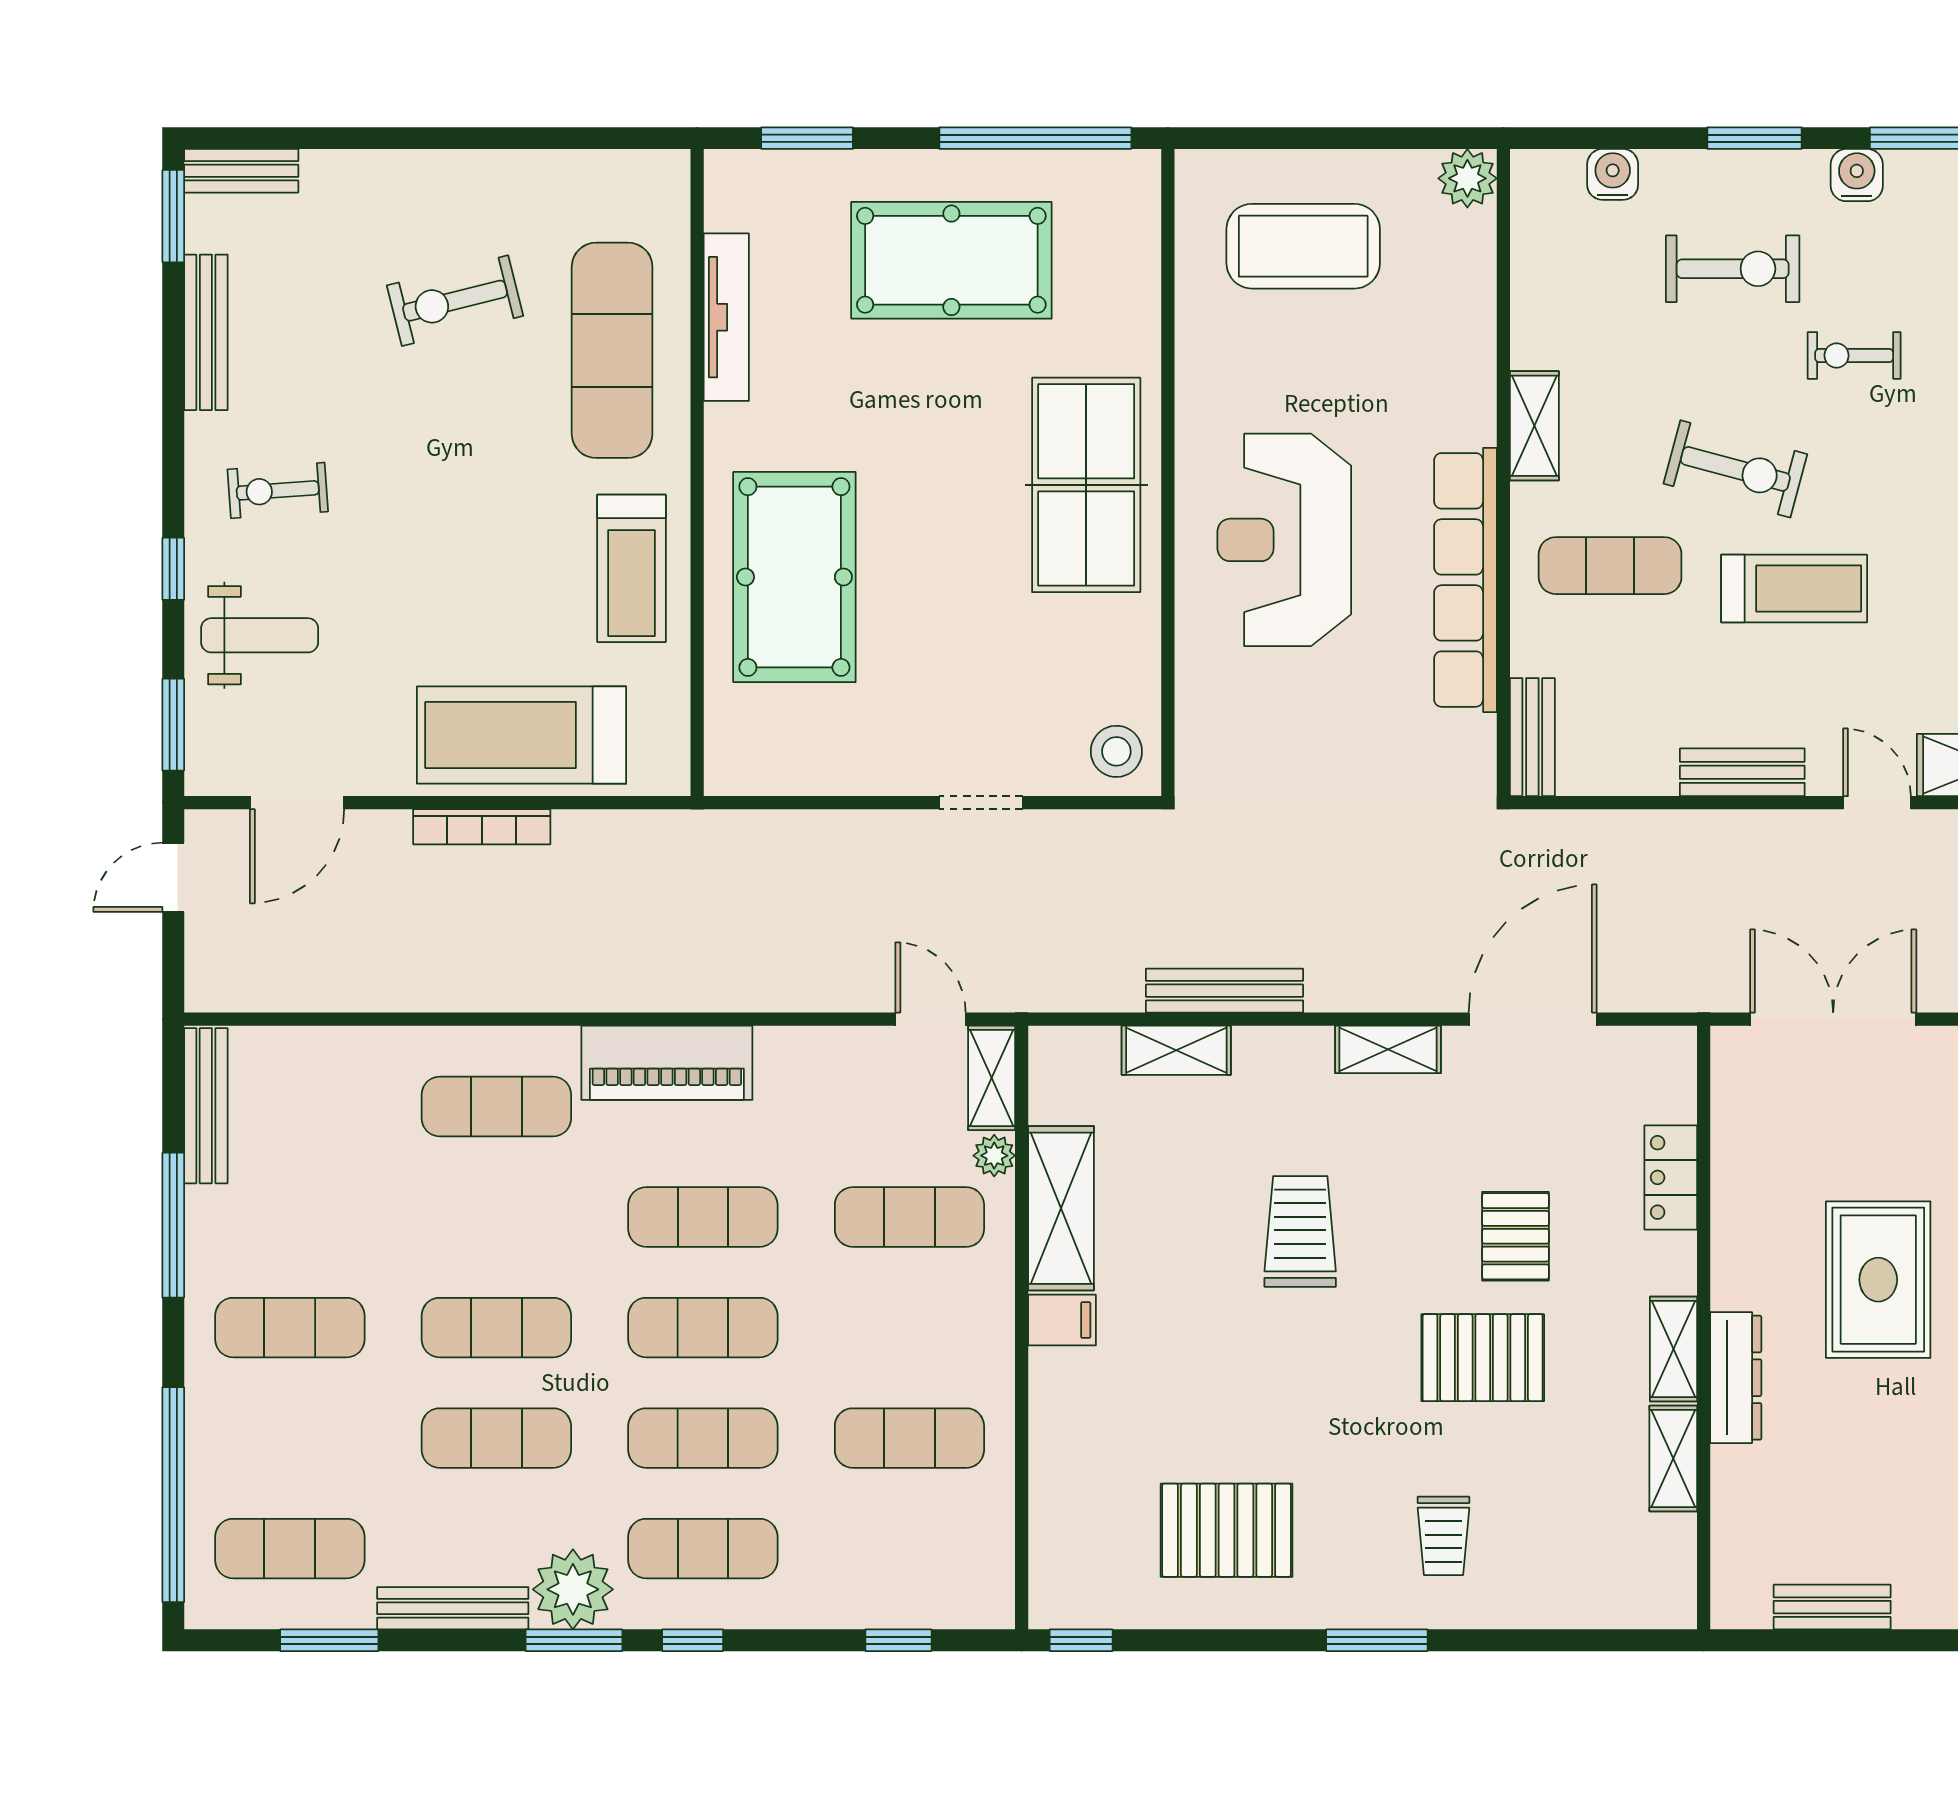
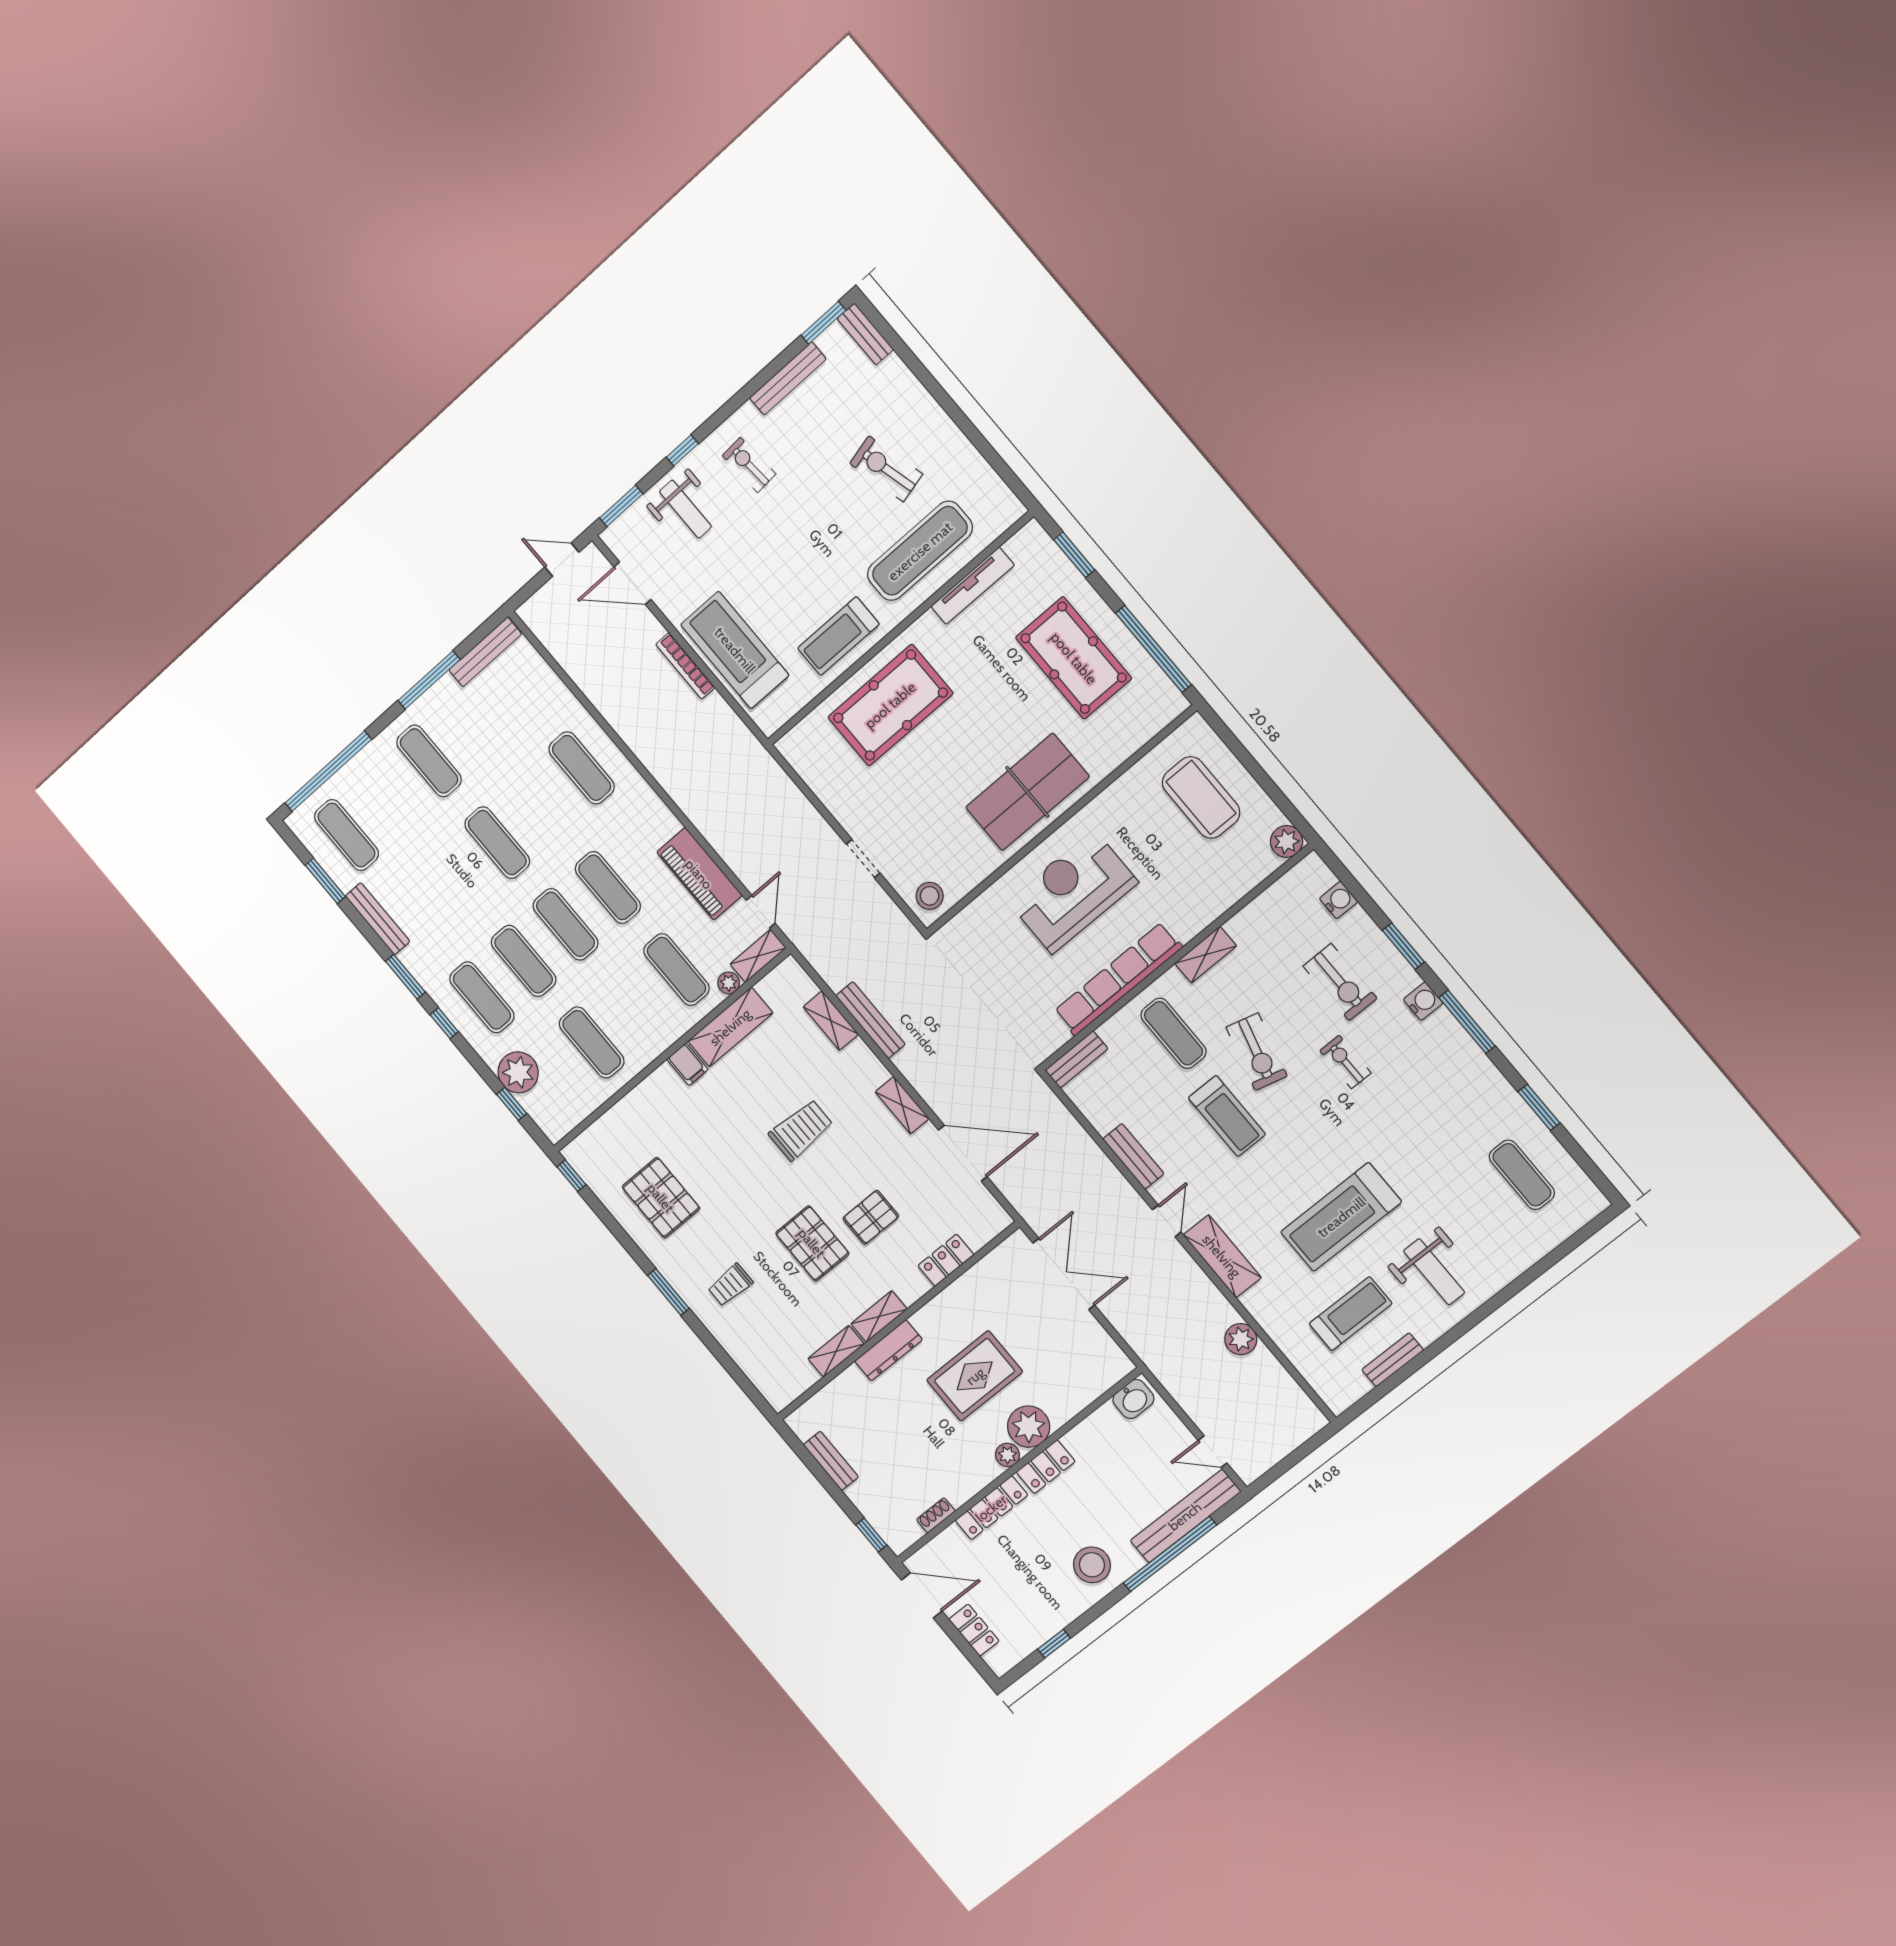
piano: (667, 1063) -> (699, 874), moved
exercise mat: (496, 1438) -> (456, 880), removed
plant: (573, 1589) -> (518, 1072), moved

